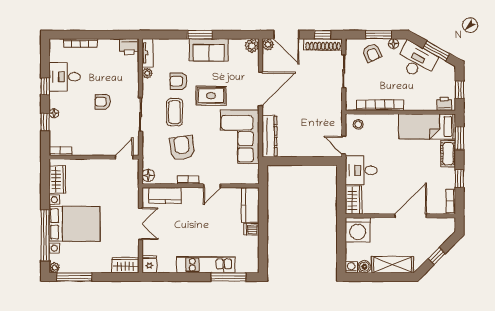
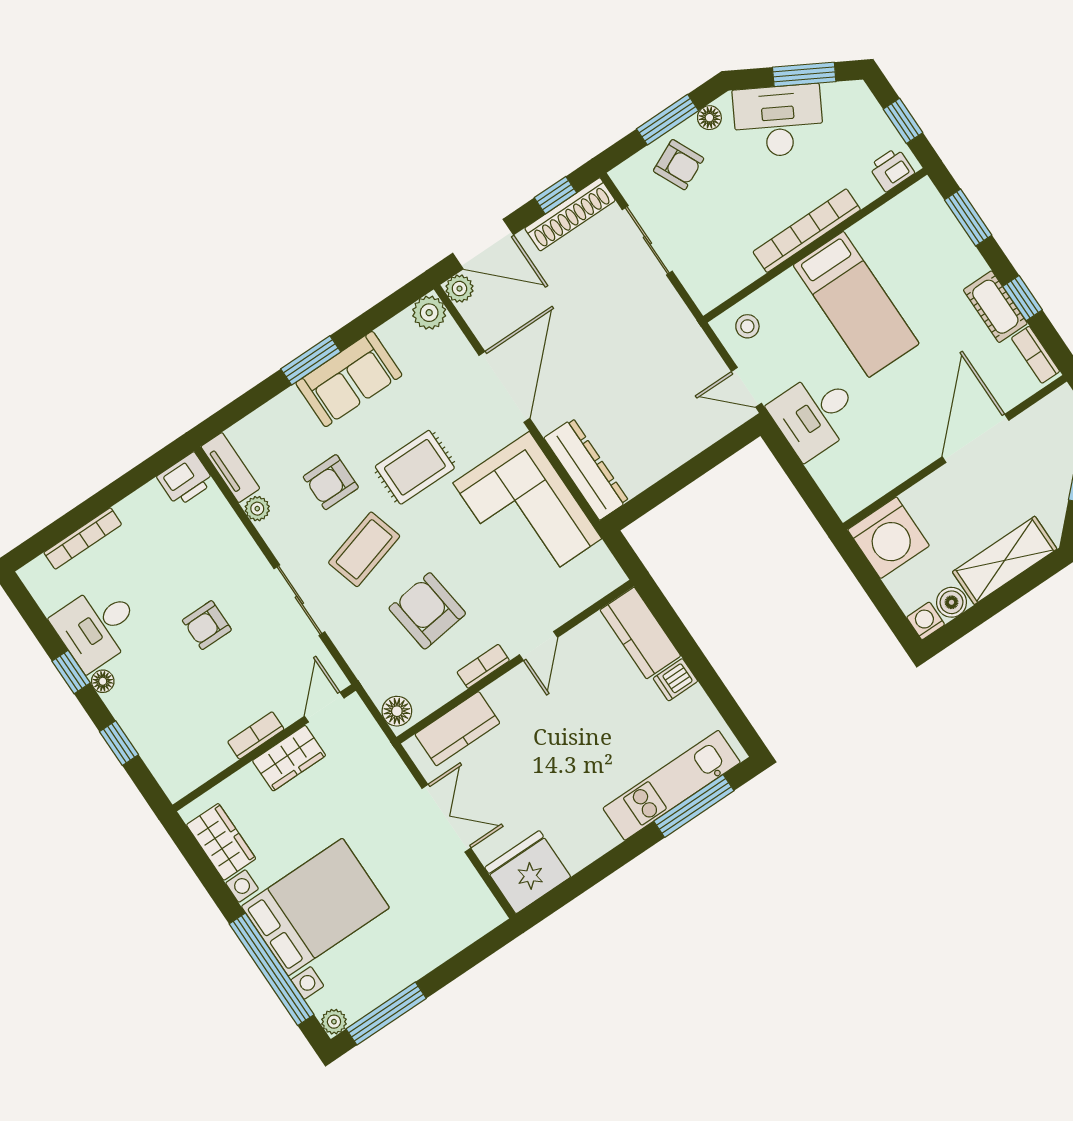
bookcase: (380, 105) -> (807, 231), moved
coffee table: (174, 112) -> (364, 549), turned 74
floor lamp: (54, 113) -> (103, 681), moved
bed: (427, 126) -> (856, 304), moved, turned -90
bookcase: (61, 151) -> (256, 735), moved
cot: (448, 154) -> (995, 307), moved
wardrobe: (354, 200) -> (840, 484), removed
fridge: (149, 264) -> (528, 872), width x1.88, depth x1.34
wardrobe: (125, 265) -> (289, 758), moved, turned 180
kitchen unit: (206, 265) -> (672, 785), moved

